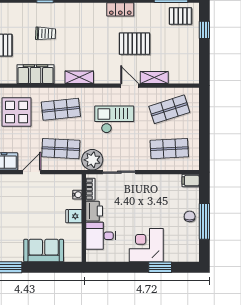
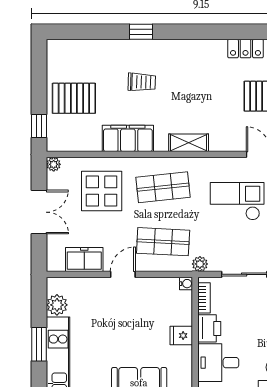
plant: (92, 160) -> (200, 264), width x0.53, depth x0.53
water cooler: (77, 195) -> (186, 284), moved

